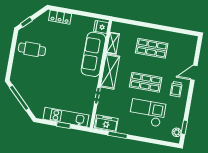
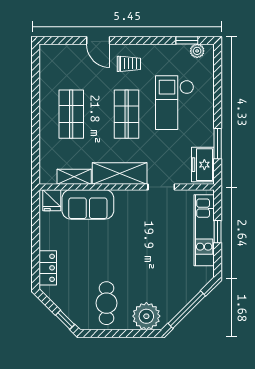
sofa: (93, 54) -> (88, 204), width x0.73
plant: (20, 72) -> (146, 316), added

